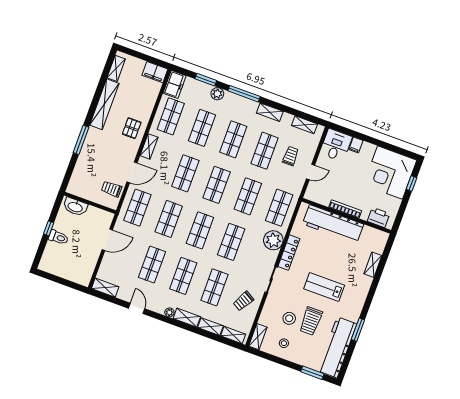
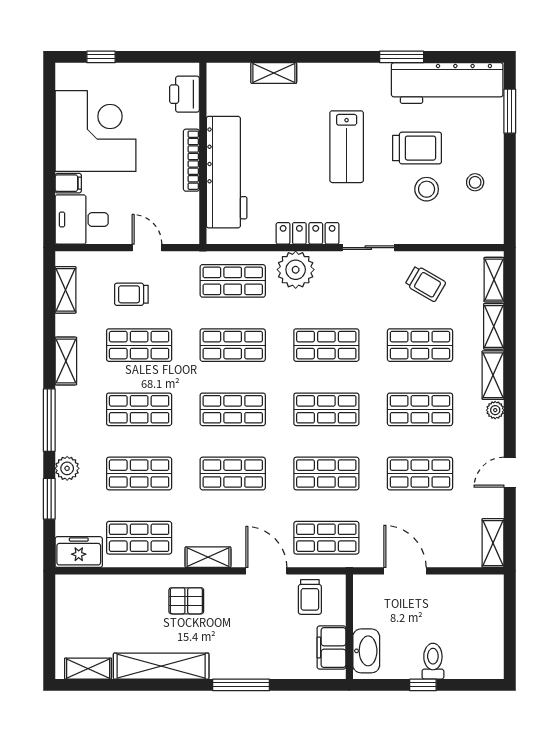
filing cabinet: (155, 72) -> (331, 647), moved, turned 180
corner desk: (390, 173) -> (95, 131), moved, turned -90
shelving: (258, 337) -> (481, 234), removed

